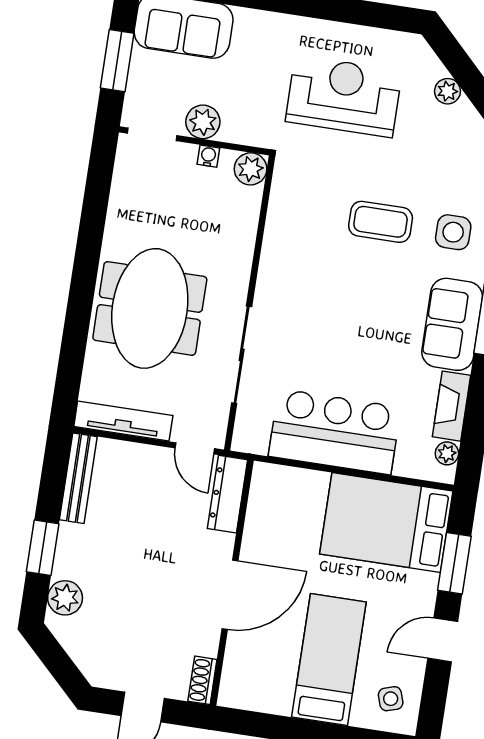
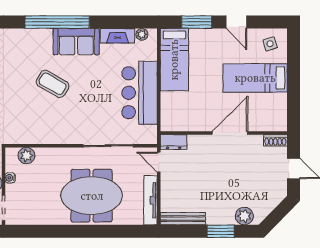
plant: (251, 169) -> (26, 156), moved
coffee table: (381, 222) -> (53, 84), moved, turned -60
side table: (453, 232) -> (30, 48), removed
door: (195, 448) -> (159, 162), swing flipped
dresser: (227, 494) -> (174, 142), width x0.70
bed: (386, 522) -> (174, 60), width x0.67
door: (230, 595) -> (230, 133), hinge flipped

